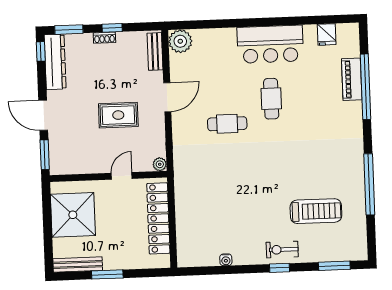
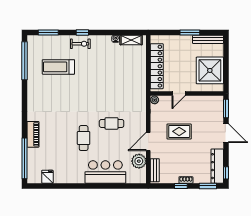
plant: (180, 41) -> (139, 161), moved
bar counter: (270, 44) -> (105, 172), moved
piano: (352, 79) -> (33, 134), moved
window: (366, 87) -> (25, 158), moved
window: (369, 184) -> (25, 61), moved
shelving: (201, 259) -> (131, 40), added

